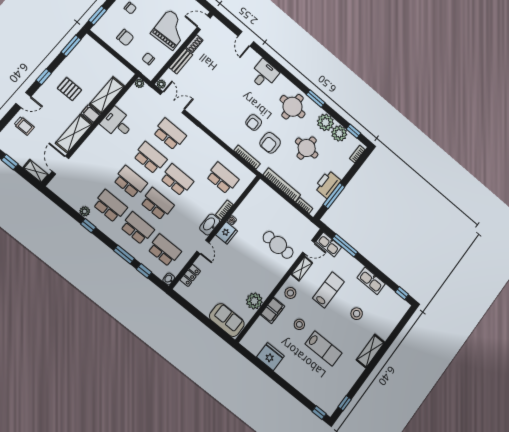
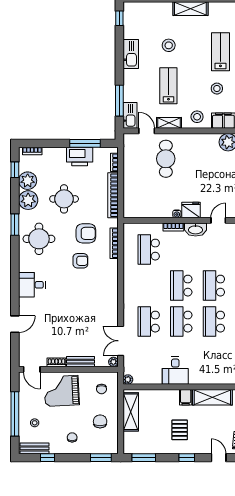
shelving: (107, 95) -> (131, 412), moved, turned 90
lab bench: (328, 290) -> (168, 86), turned 90

